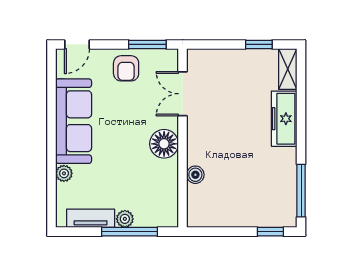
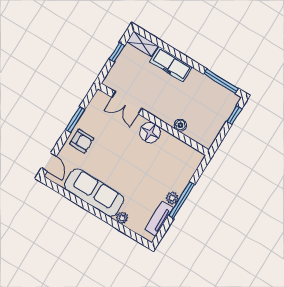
double door: (183, 94) -> (127, 103), moved
wall: (183, 138) -> (153, 119), moved
floor lamp: (164, 144) -> (150, 133), moved
boiler: (195, 175) -> (180, 125), moved

